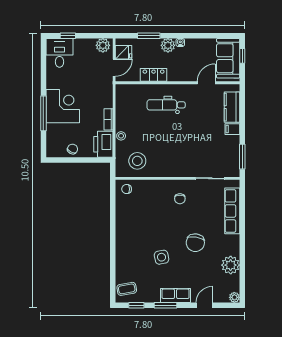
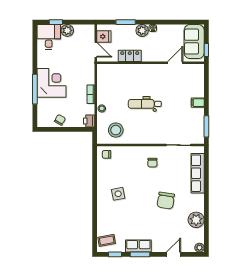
plant: (103, 45) -> (67, 30), moved
window: (242, 56) -> (206, 50), moved
door: (114, 68) -> (96, 50), hinge flipped
dental chair: (166, 105) -> (145, 104), moved
kitchen counter: (232, 107) -> (197, 84), removed
printer: (103, 144) -> (89, 121), width x0.53, depth x0.68
side table: (162, 257) -> (118, 194), moved
row of seats: (176, 295) -> (138, 246), moved

